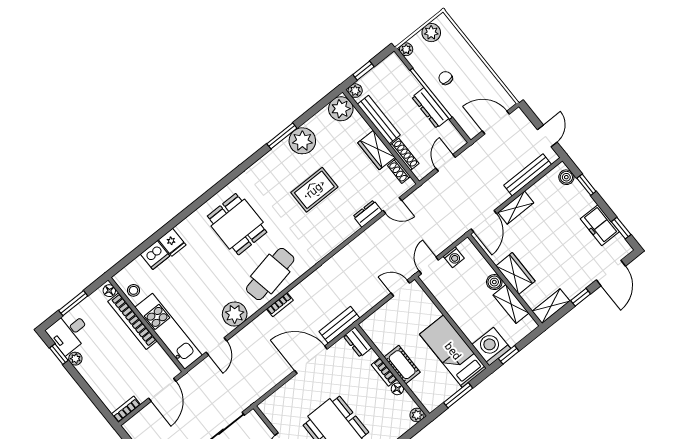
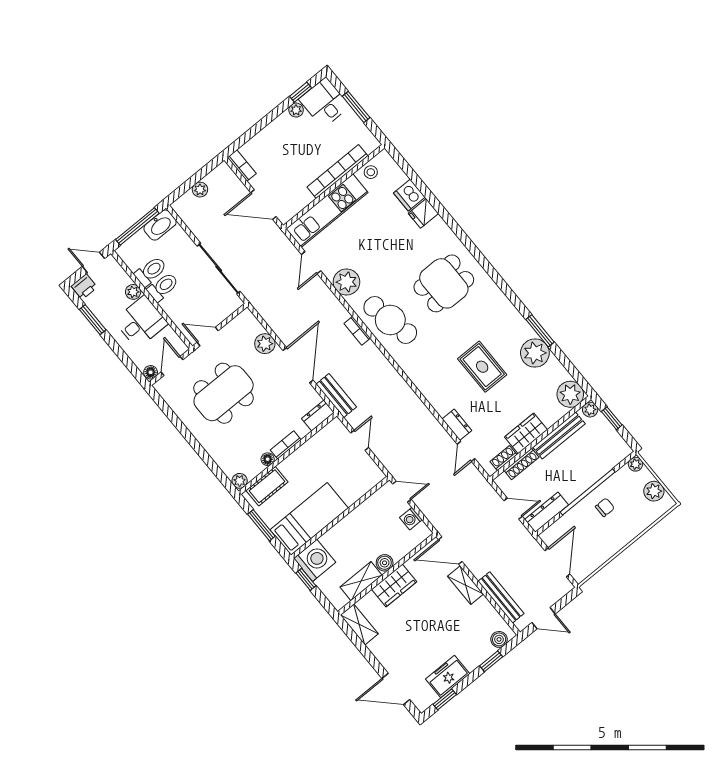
dresser: (430, 108) -> (547, 512), moved
door: (400, 288) -> (360, 440), moved
floor lamp: (109, 291) -> (370, 146), removed
window: (581, 297) -> (369, 656), removed
door: (216, 346) -> (311, 263), hinge flipped
cot: (402, 365) -> (267, 486), moved
plant: (291, 390) -> (265, 344), added

